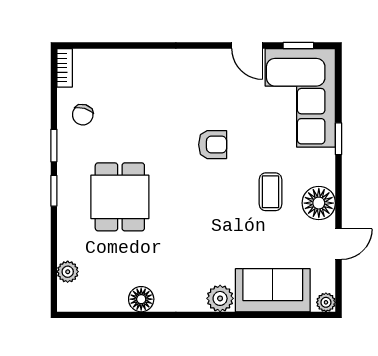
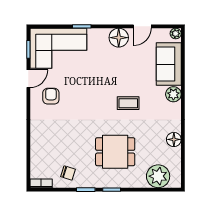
armchair: (213, 145) -> (51, 96), moved
coffee table: (270, 192) -> (128, 103), moved
door: (338, 244) -> (142, 26), swing flipped
plant: (68, 272) -> (158, 176), width x1.87, depth x1.87

